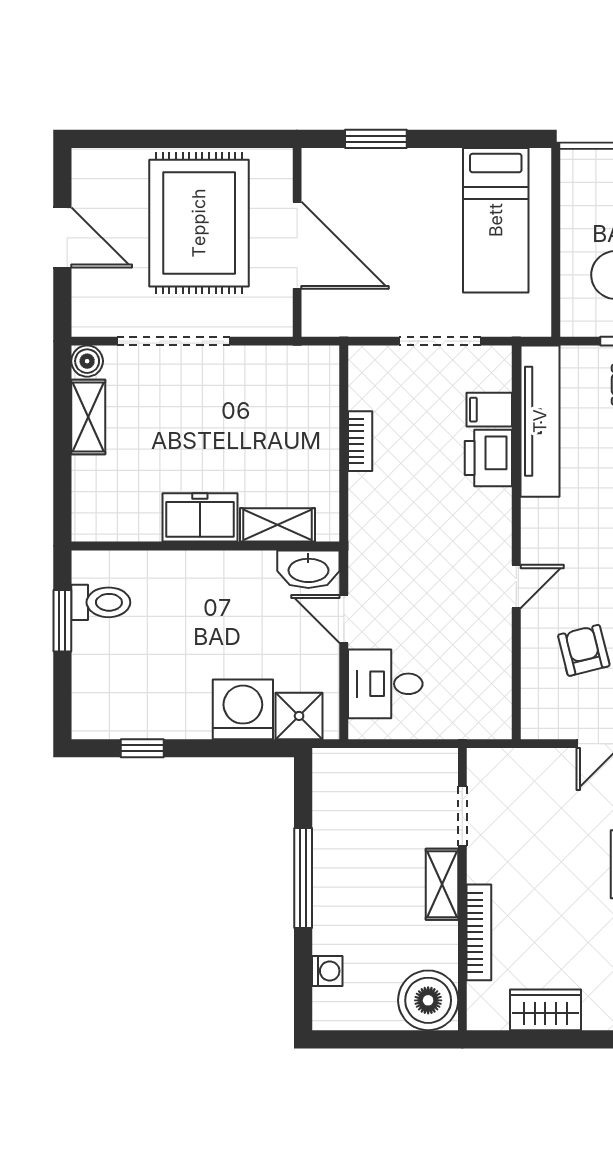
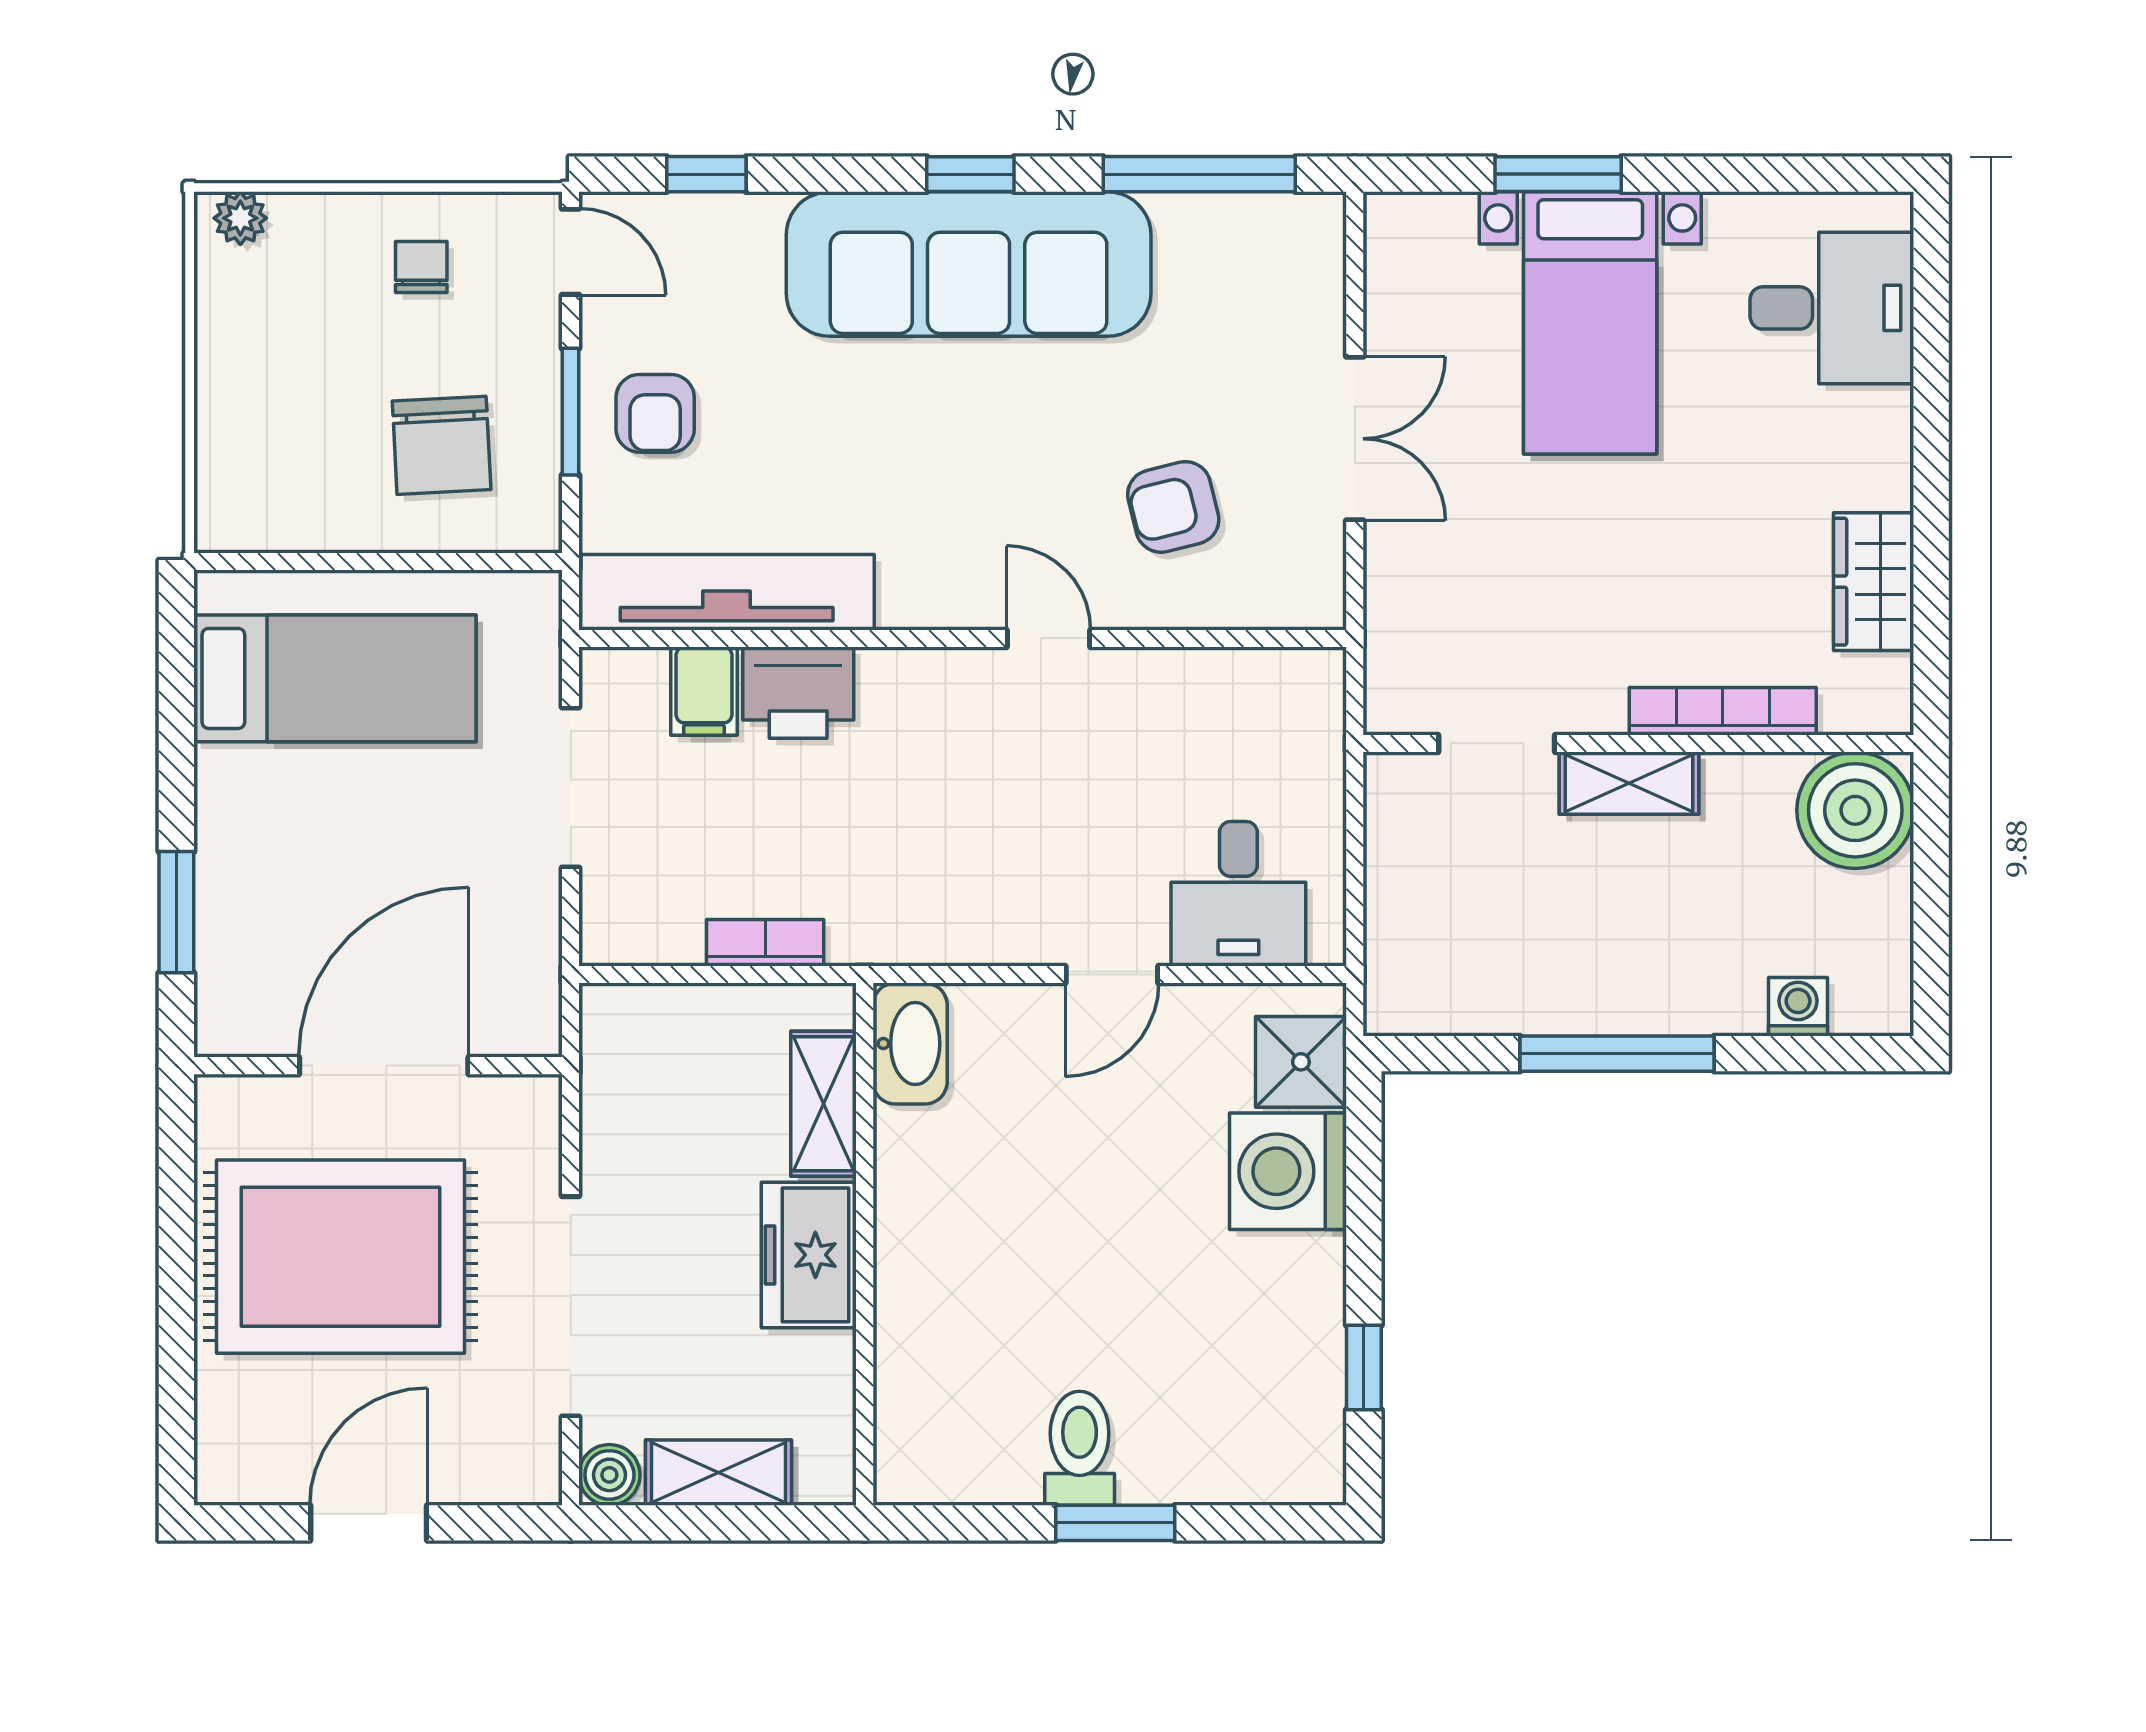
freezer: (200, 517) -> (809, 1255), moved
shelving: (278, 525) -> (824, 1104), moved
wall: (205, 546) -> (865, 1244), moved
washbasin: (308, 569) -> (910, 1044), moved

